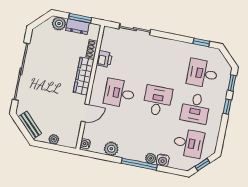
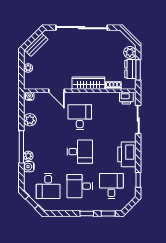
printer: (171, 49) -> (127, 154), added
printer: (104, 59) -> (126, 98), moved

